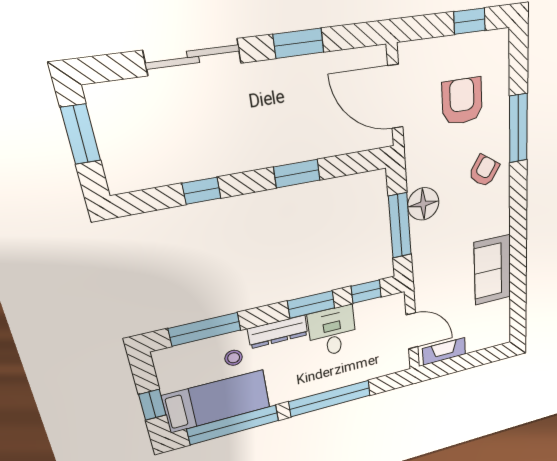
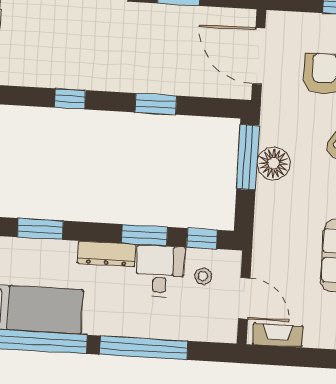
window: (400, 226) -> (248, 157), moved
window: (205, 329) -> (40, 229), width x0.69
stool: (234, 358) -> (203, 276), moved

